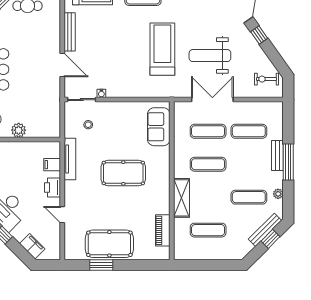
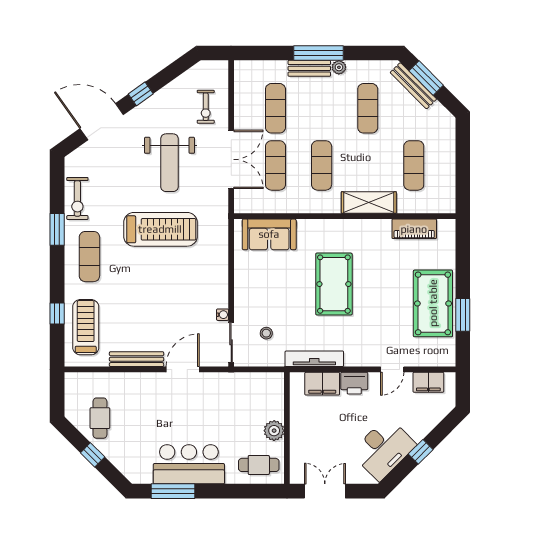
treadmill: (162, 49) -> (160, 229), turned 180
exercise bike: (267, 79) -> (206, 107), moved
double door: (212, 100) -> (231, 159), swing flipped
filing cabinet: (52, 165) -> (322, 384), width x2.00
plant: (278, 194) -> (339, 67), moved
window: (270, 239) -> (426, 78), width x1.50
filing cabinet: (32, 246) -> (428, 382), moved, turned -135

